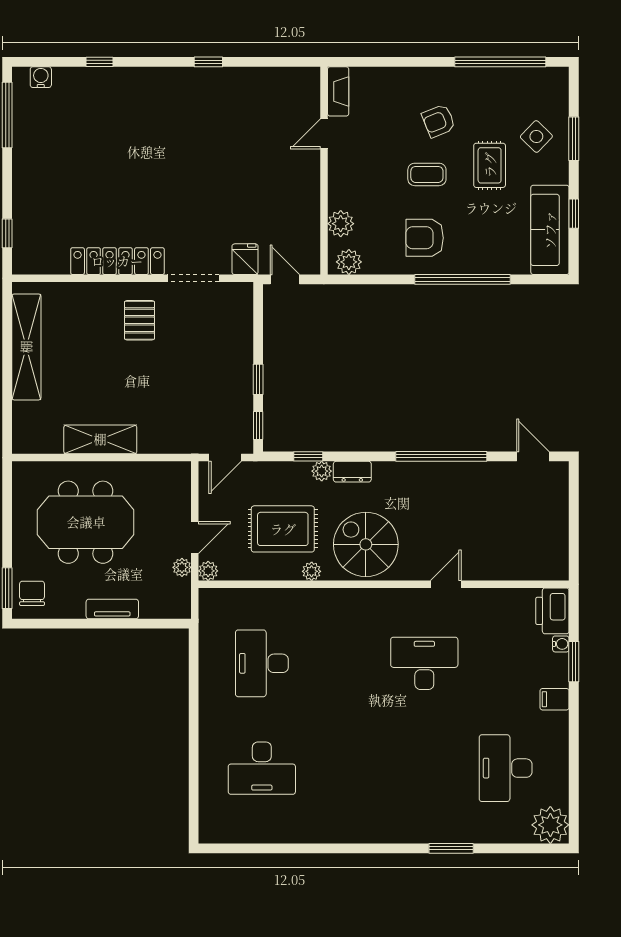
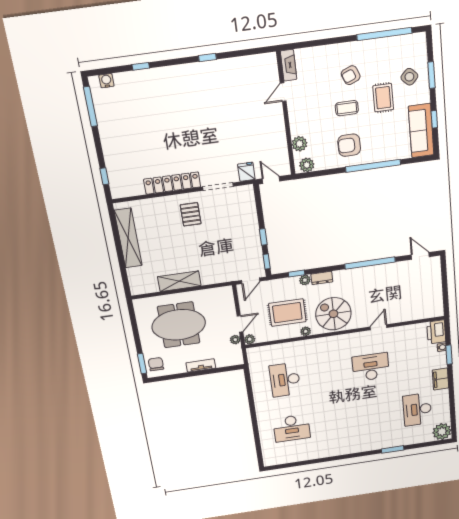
filing cabinet: (554, 699) -> (441, 379), width x2.00

